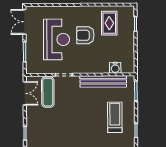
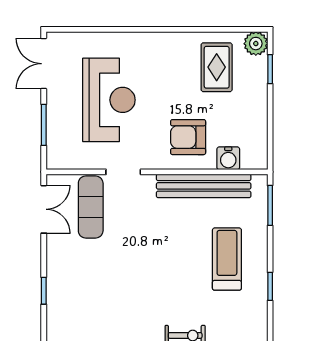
plant: (128, 11) -> (256, 44), added
armchair: (85, 35) -> (188, 137), moved

